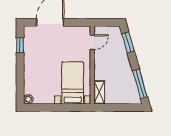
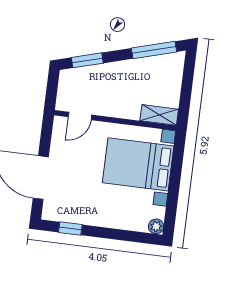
door: (92, 42) -> (80, 116), swing flipped
bed with nightstands: (73, 83) -> (138, 164), width x1.36

